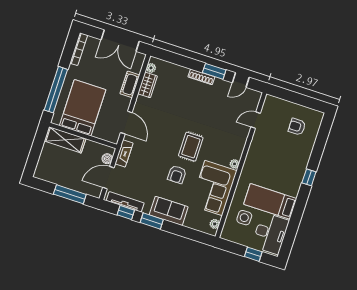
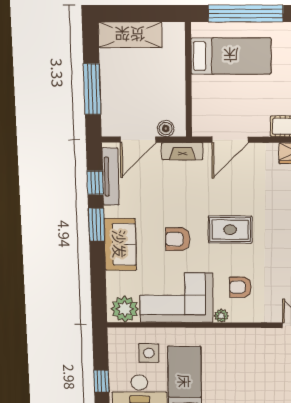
bed: (83, 108) -> (231, 56), width x0.67
shelving: (65, 140) -> (130, 35), moved, turned 90
armchair: (220, 146) -> (241, 287), added
rug: (191, 147) -> (230, 230), moved
door: (108, 178) -> (138, 140), swing flipped
plant: (215, 224) -> (125, 309), width x1.88, depth x1.88

